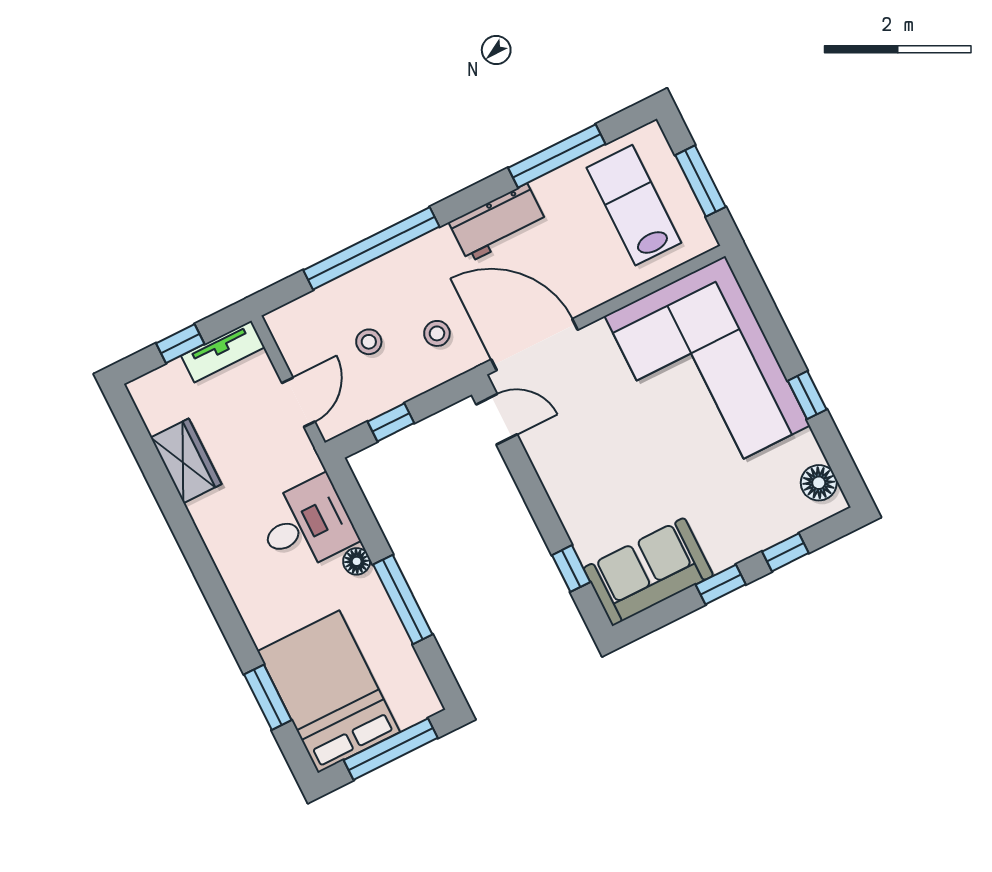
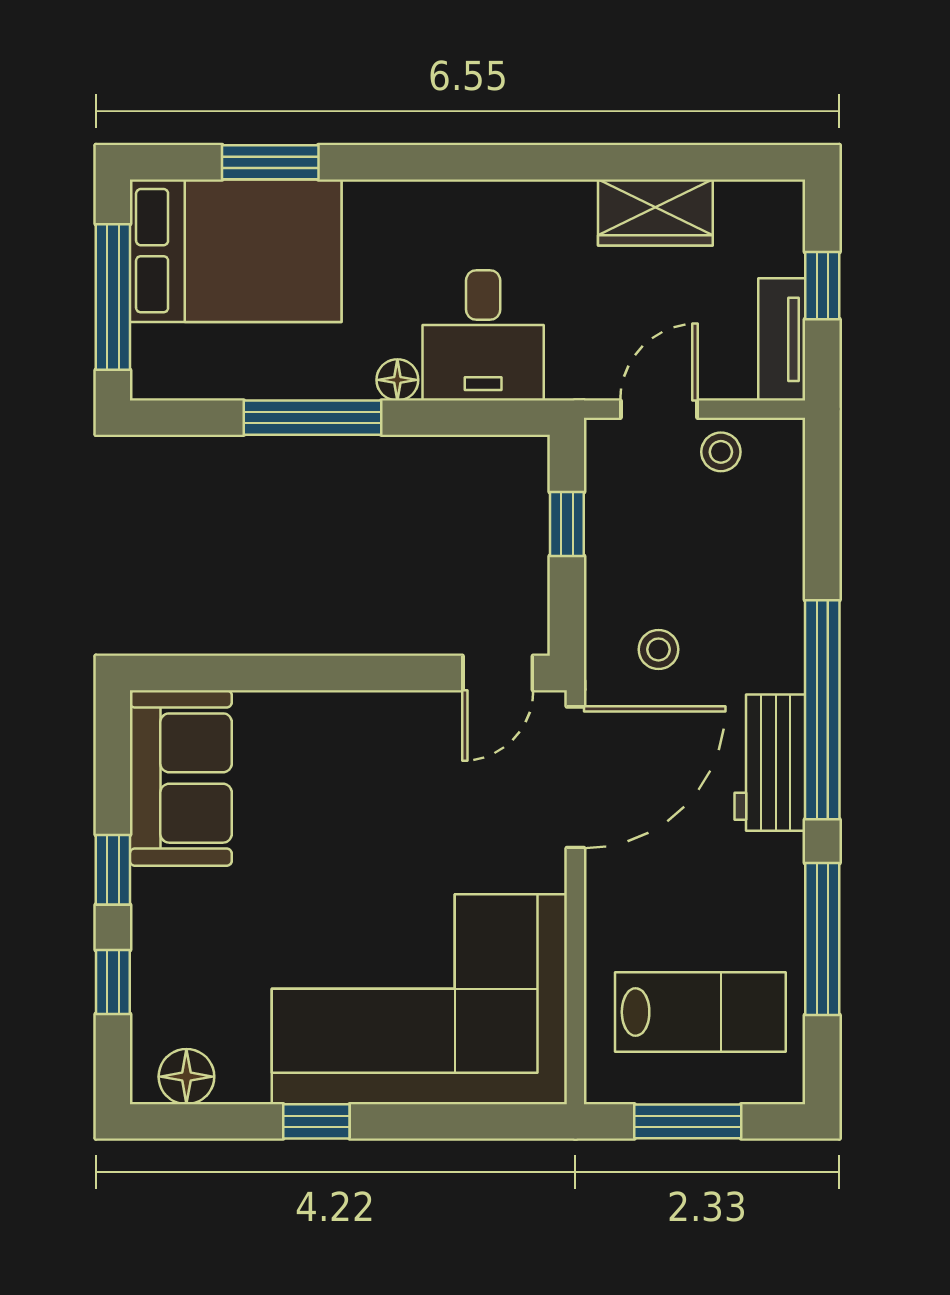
workbench: (498, 223) -> (770, 763), moved
window: (371, 248) -> (822, 710), moved
stool: (369, 342) -> (721, 452), moved
door: (298, 402) -> (659, 409), swing flipped
window: (571, 569) -> (239, 673), removed

